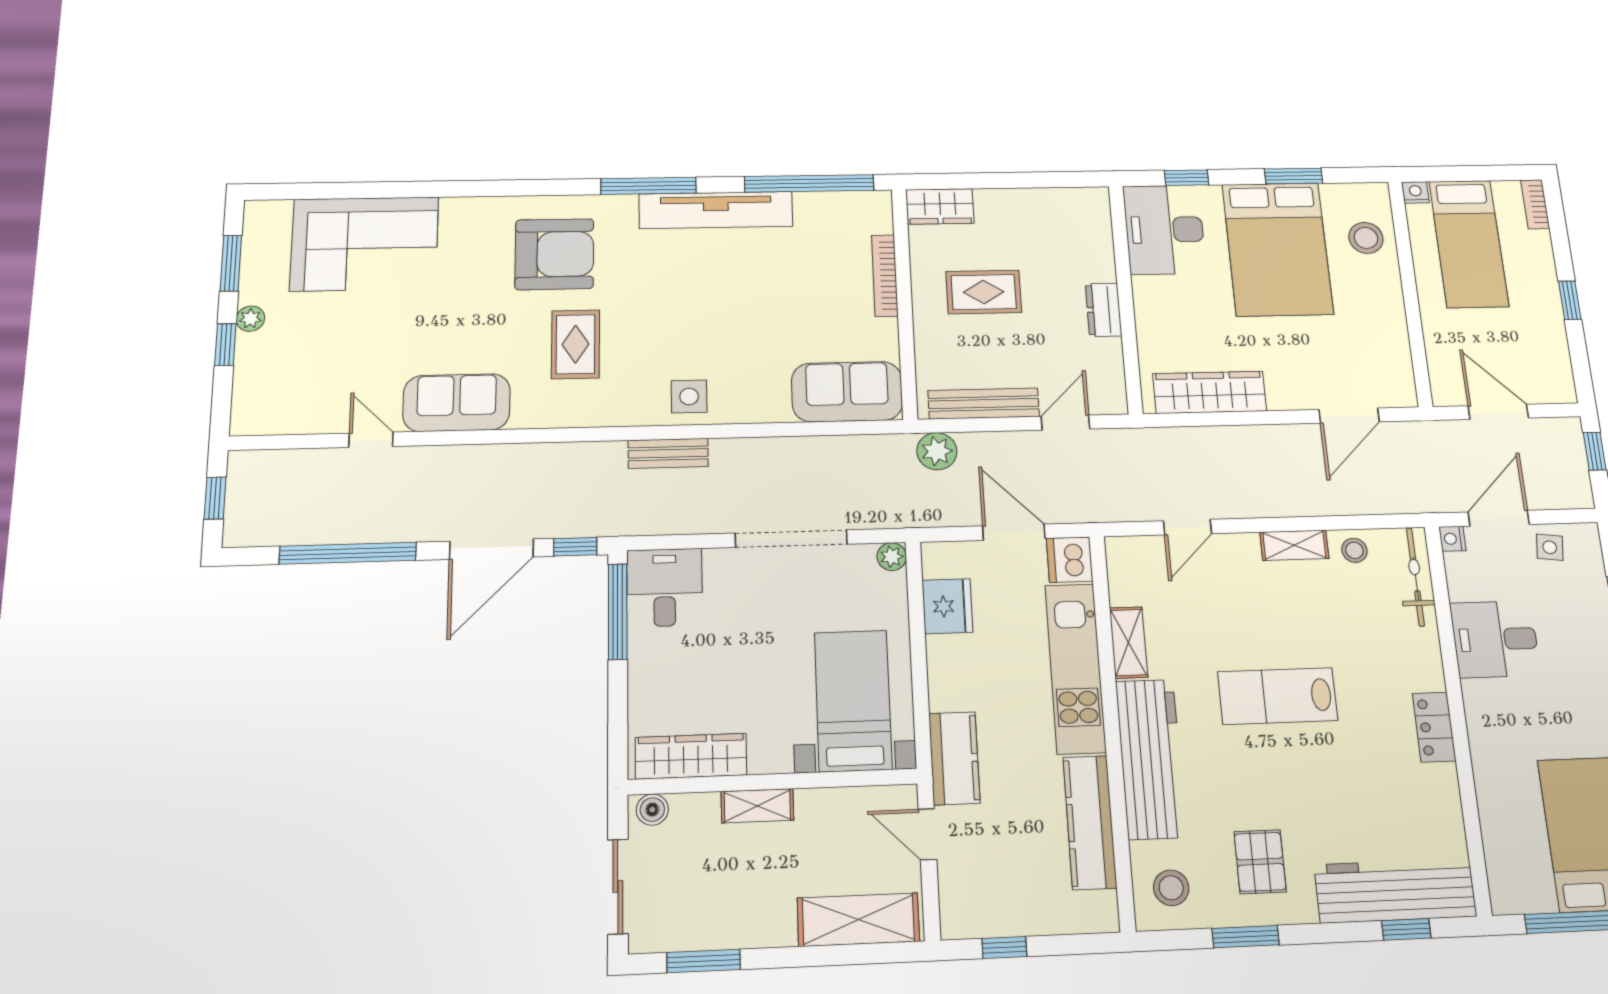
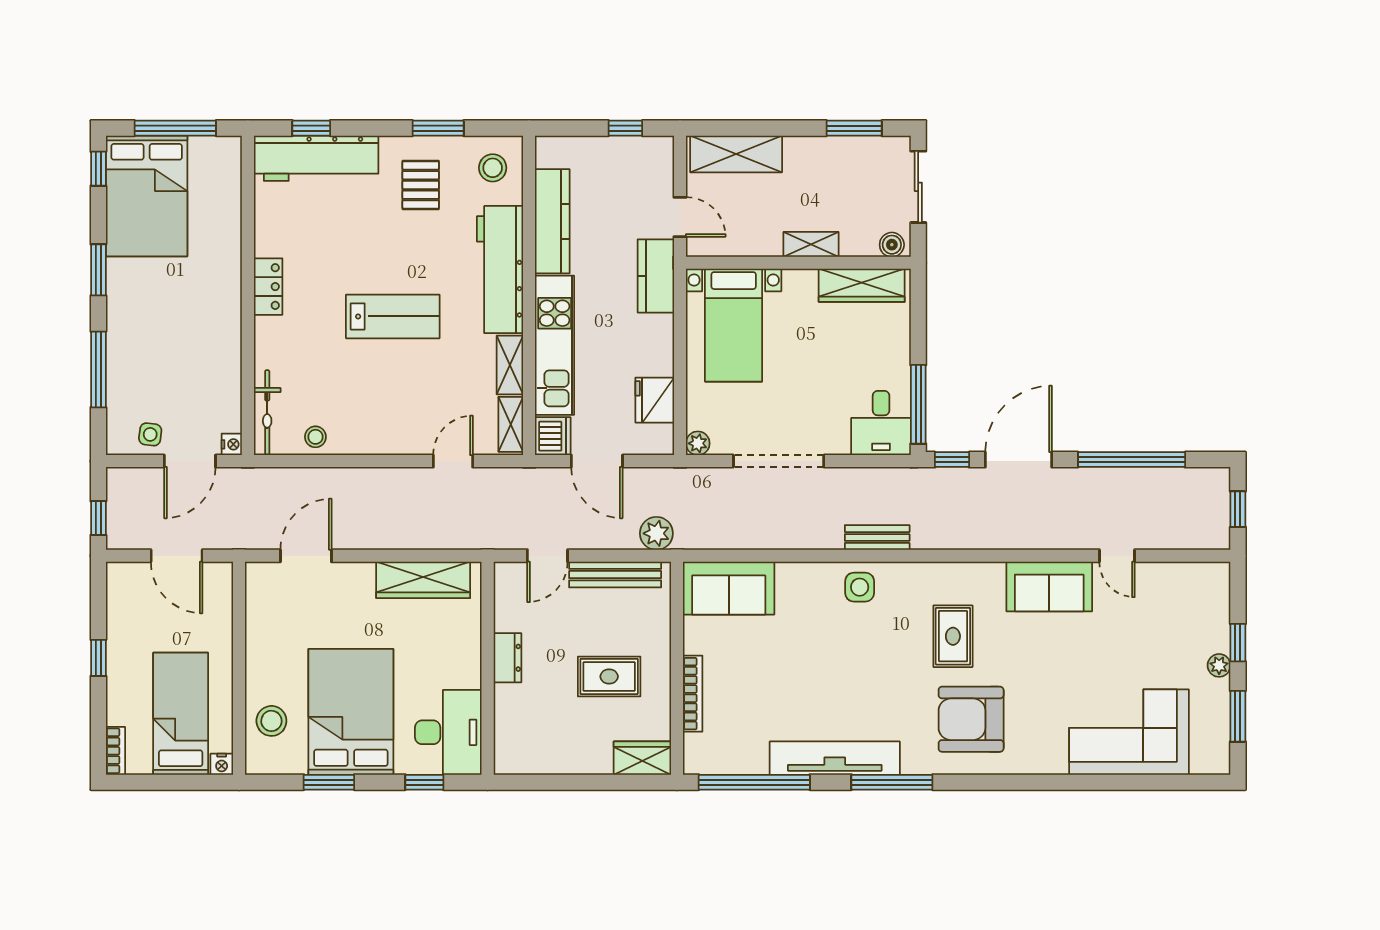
shelving: (1294, 545) -> (511, 424), moved, turned 90
desk: (1495, 639) -> (208, 357), removed

